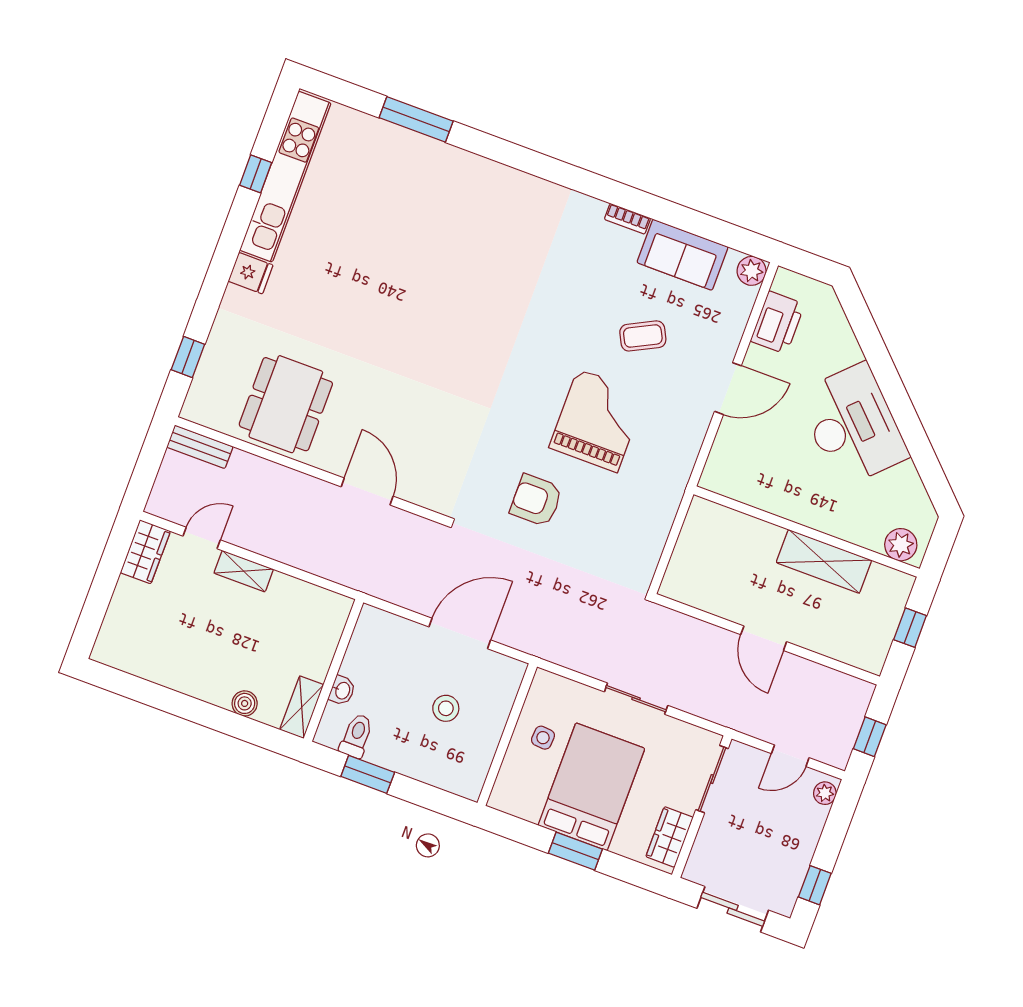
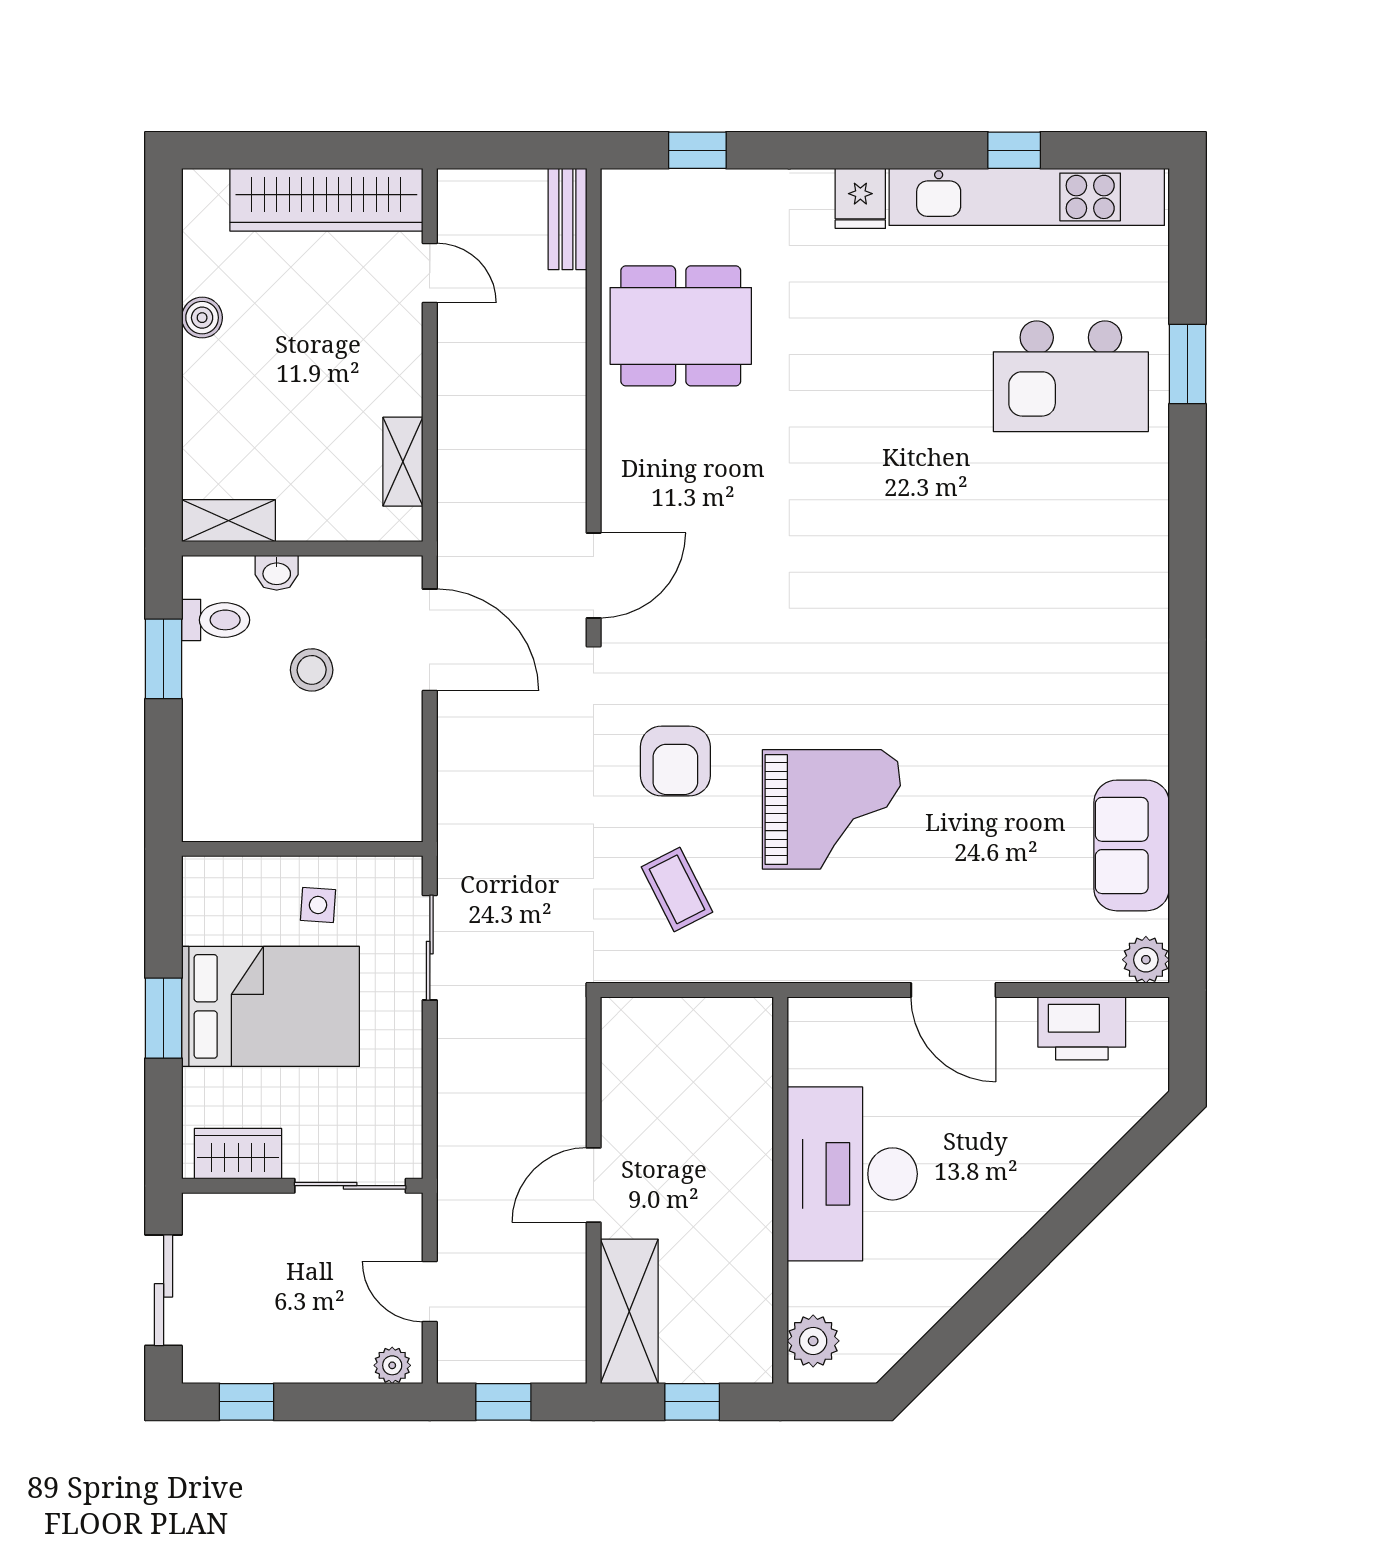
window: (416, 119) -> (1188, 364), width x0.69
kitchen island: (398, 190) -> (1071, 376), added
bookcase: (627, 219) -> (1155, 741), removed
coffee table: (643, 336) -> (677, 889), moved
desk: (853, 425) -> (852, 1174), moved, turned 135
door: (367, 492) -> (594, 575), moved
armchair: (536, 500) -> (675, 761), turned 180
wardrobe: (145, 552) -> (326, 200), width x2.10, depth x1.17
shelving: (824, 561) -> (629, 1311), moved
shelving: (244, 571) -> (403, 462), moved
door: (460, 633) -> (430, 640), moved
sliding door: (636, 699) -> (430, 948), moved
boiler: (245, 703) -> (202, 318), moved
stool: (446, 708) -> (312, 670), moved

